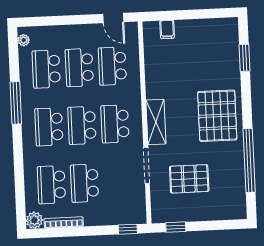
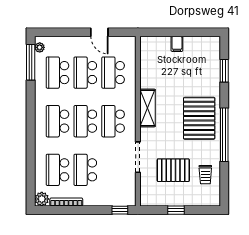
door: (113, 18) -> (99, 32), moved
filing cabinet: (167, 29) -> (177, 44), moved
window: (16, 103) -> (31, 62), moved
shelving: (156, 122) -> (147, 108), moved
window: (249, 160) -> (224, 135), moved
trolley: (228, 182) -> (205, 175), added
window: (176, 227) -> (176, 210), moved

